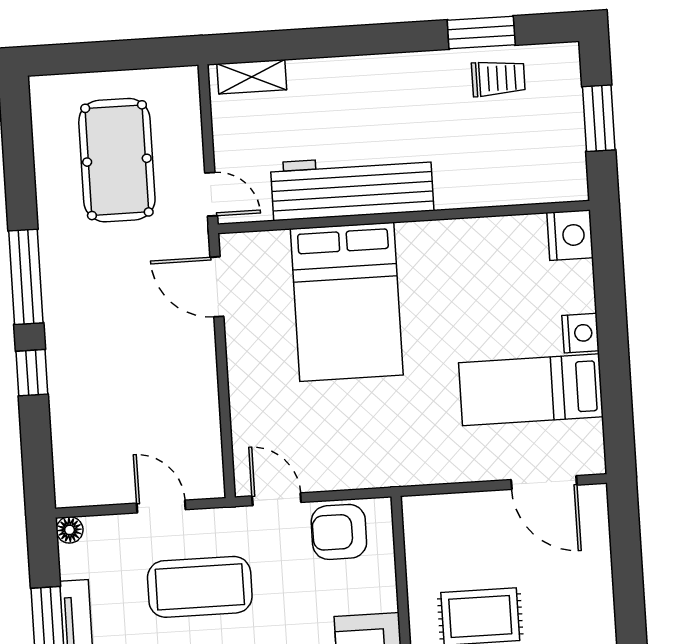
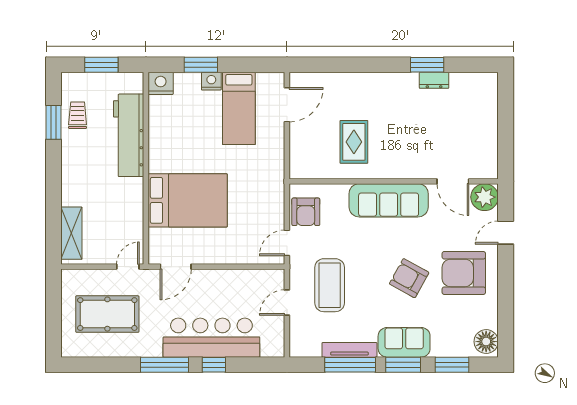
shelving: (252, 77) -> (71, 233), width x1.50, depth x1.33
workbench: (352, 187) -> (129, 135), moved
window: (611, 311) -> (201, 65), added
bar counter: (84, 364) -> (211, 338), added
floor lamp: (70, 530) -> (296, 350), removed

